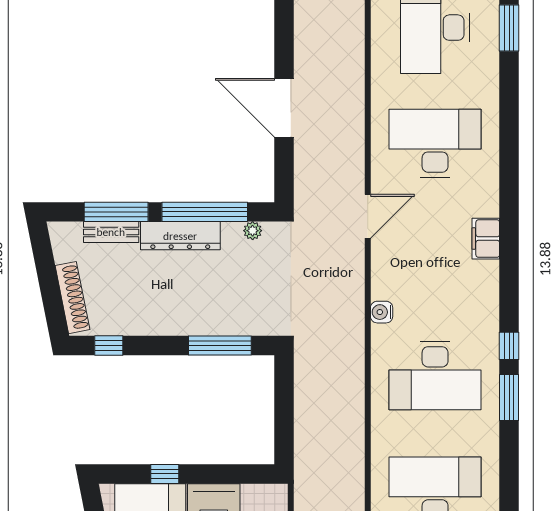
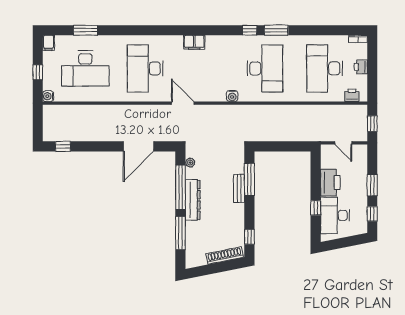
door: (284, 108) -> (138, 146), moved
bench: (111, 232) -> (239, 188), moved

